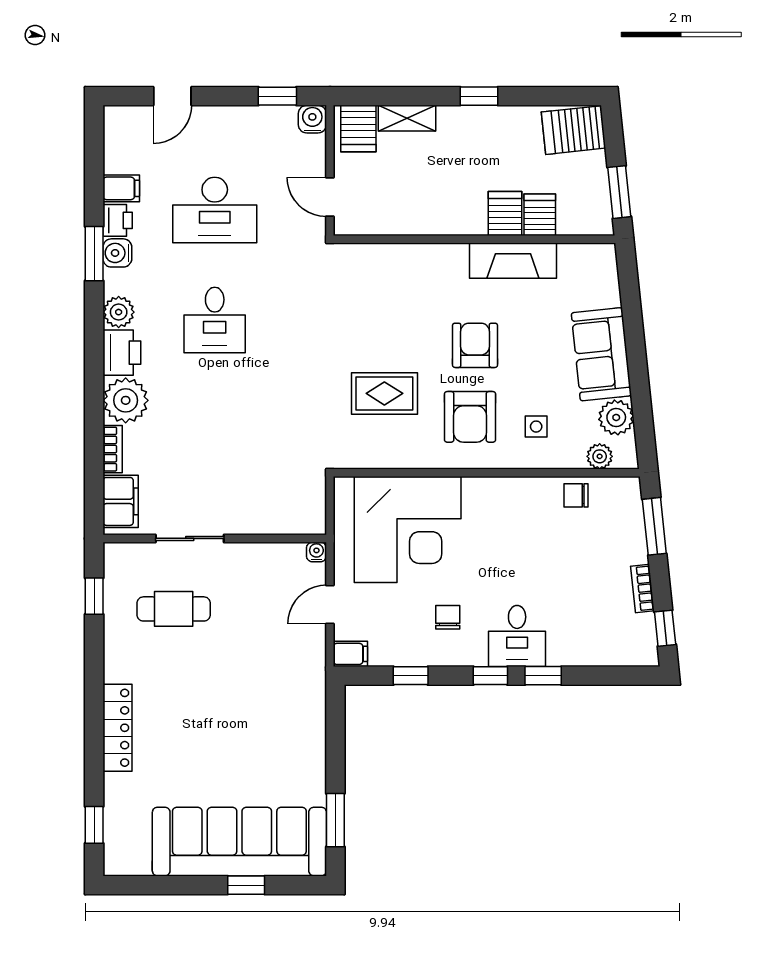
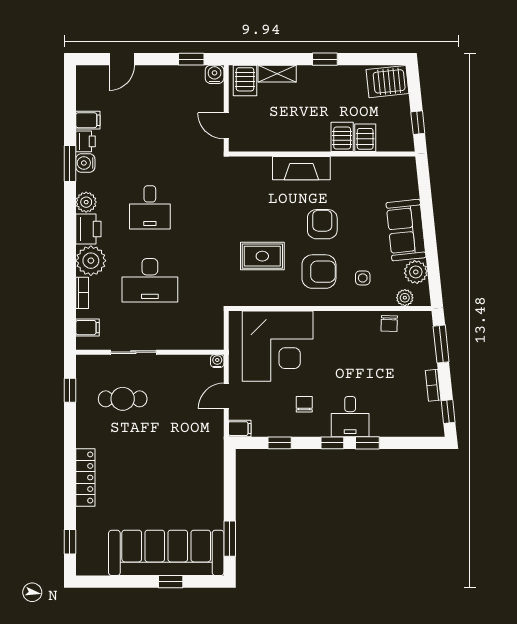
window: (619, 192) -> (418, 123), width x0.67
desk: (215, 210) -> (150, 280), moved
fireplace: (513, 261) -> (301, 168), moved
armchair: (470, 417) -> (319, 272), turned -90
chair: (576, 495) -> (389, 324), turned -88
filing cabinet: (121, 501) -> (87, 328), width x0.50

